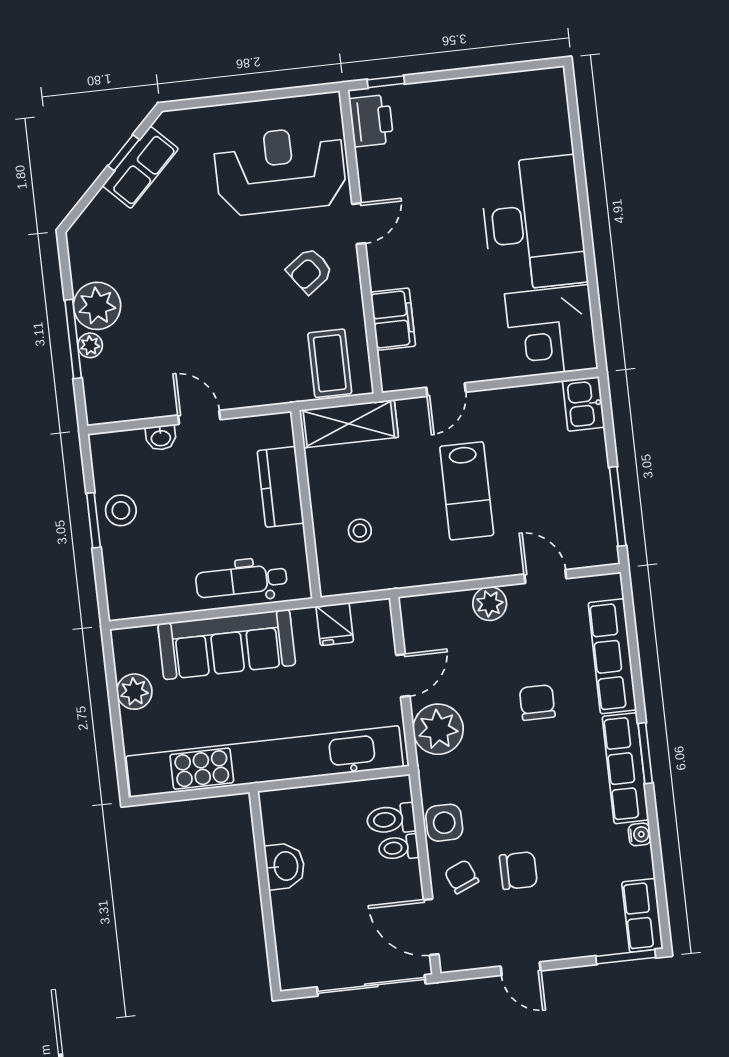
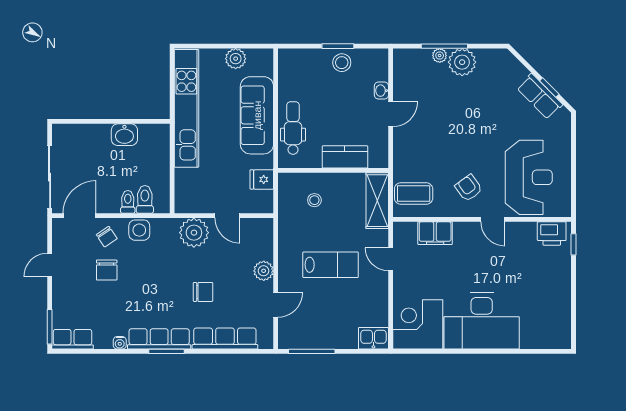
lab bench: (467, 491) -> (331, 265), turned 180
kitchen unit: (265, 762) -> (186, 108), width x0.73
chair: (462, 877) -> (107, 237), turned 79

